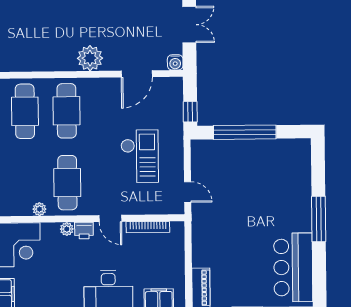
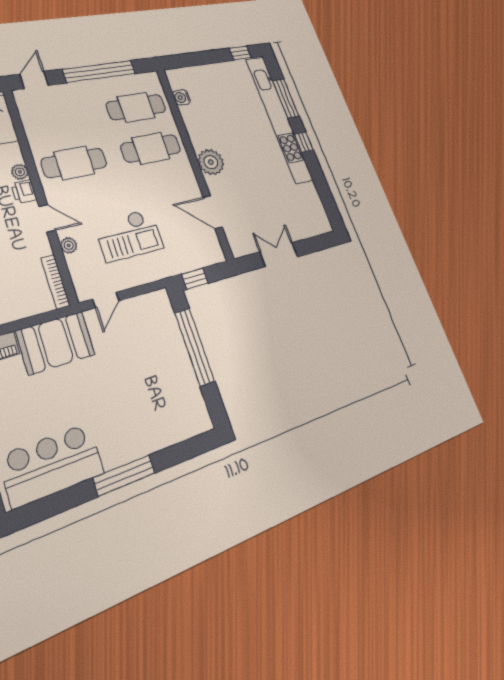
double door: (189, 25) -> (279, 254), swing flipped
water cooler: (175, 62) -> (181, 97), moved
plant: (39, 209) -> (69, 245), moved
door: (110, 218) -> (47, 218), swing flipped
bookcase: (148, 227) -> (55, 282), moved
booth: (209, 240) -> (56, 343), added

